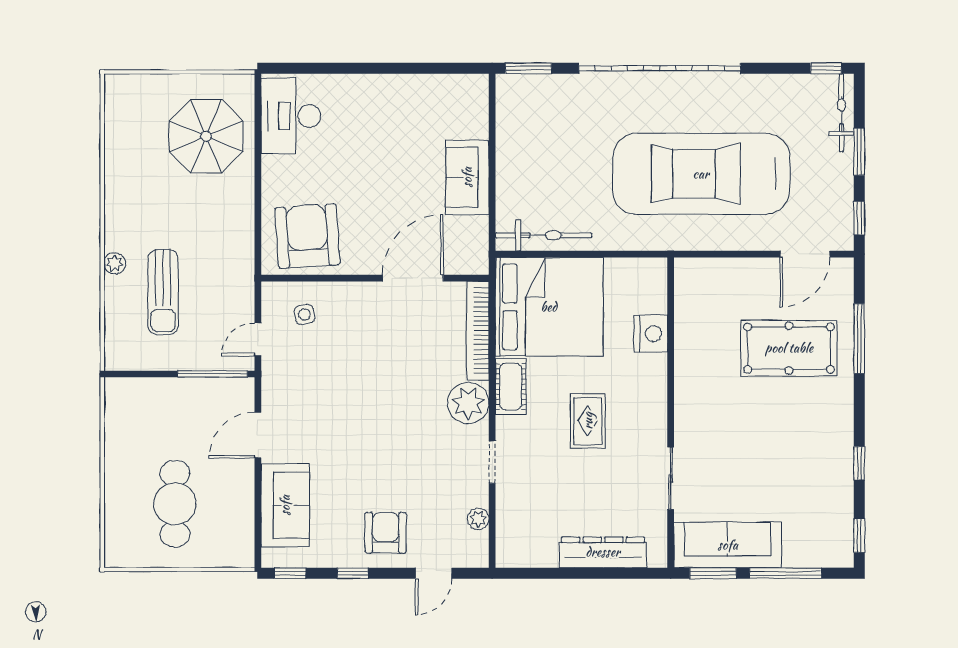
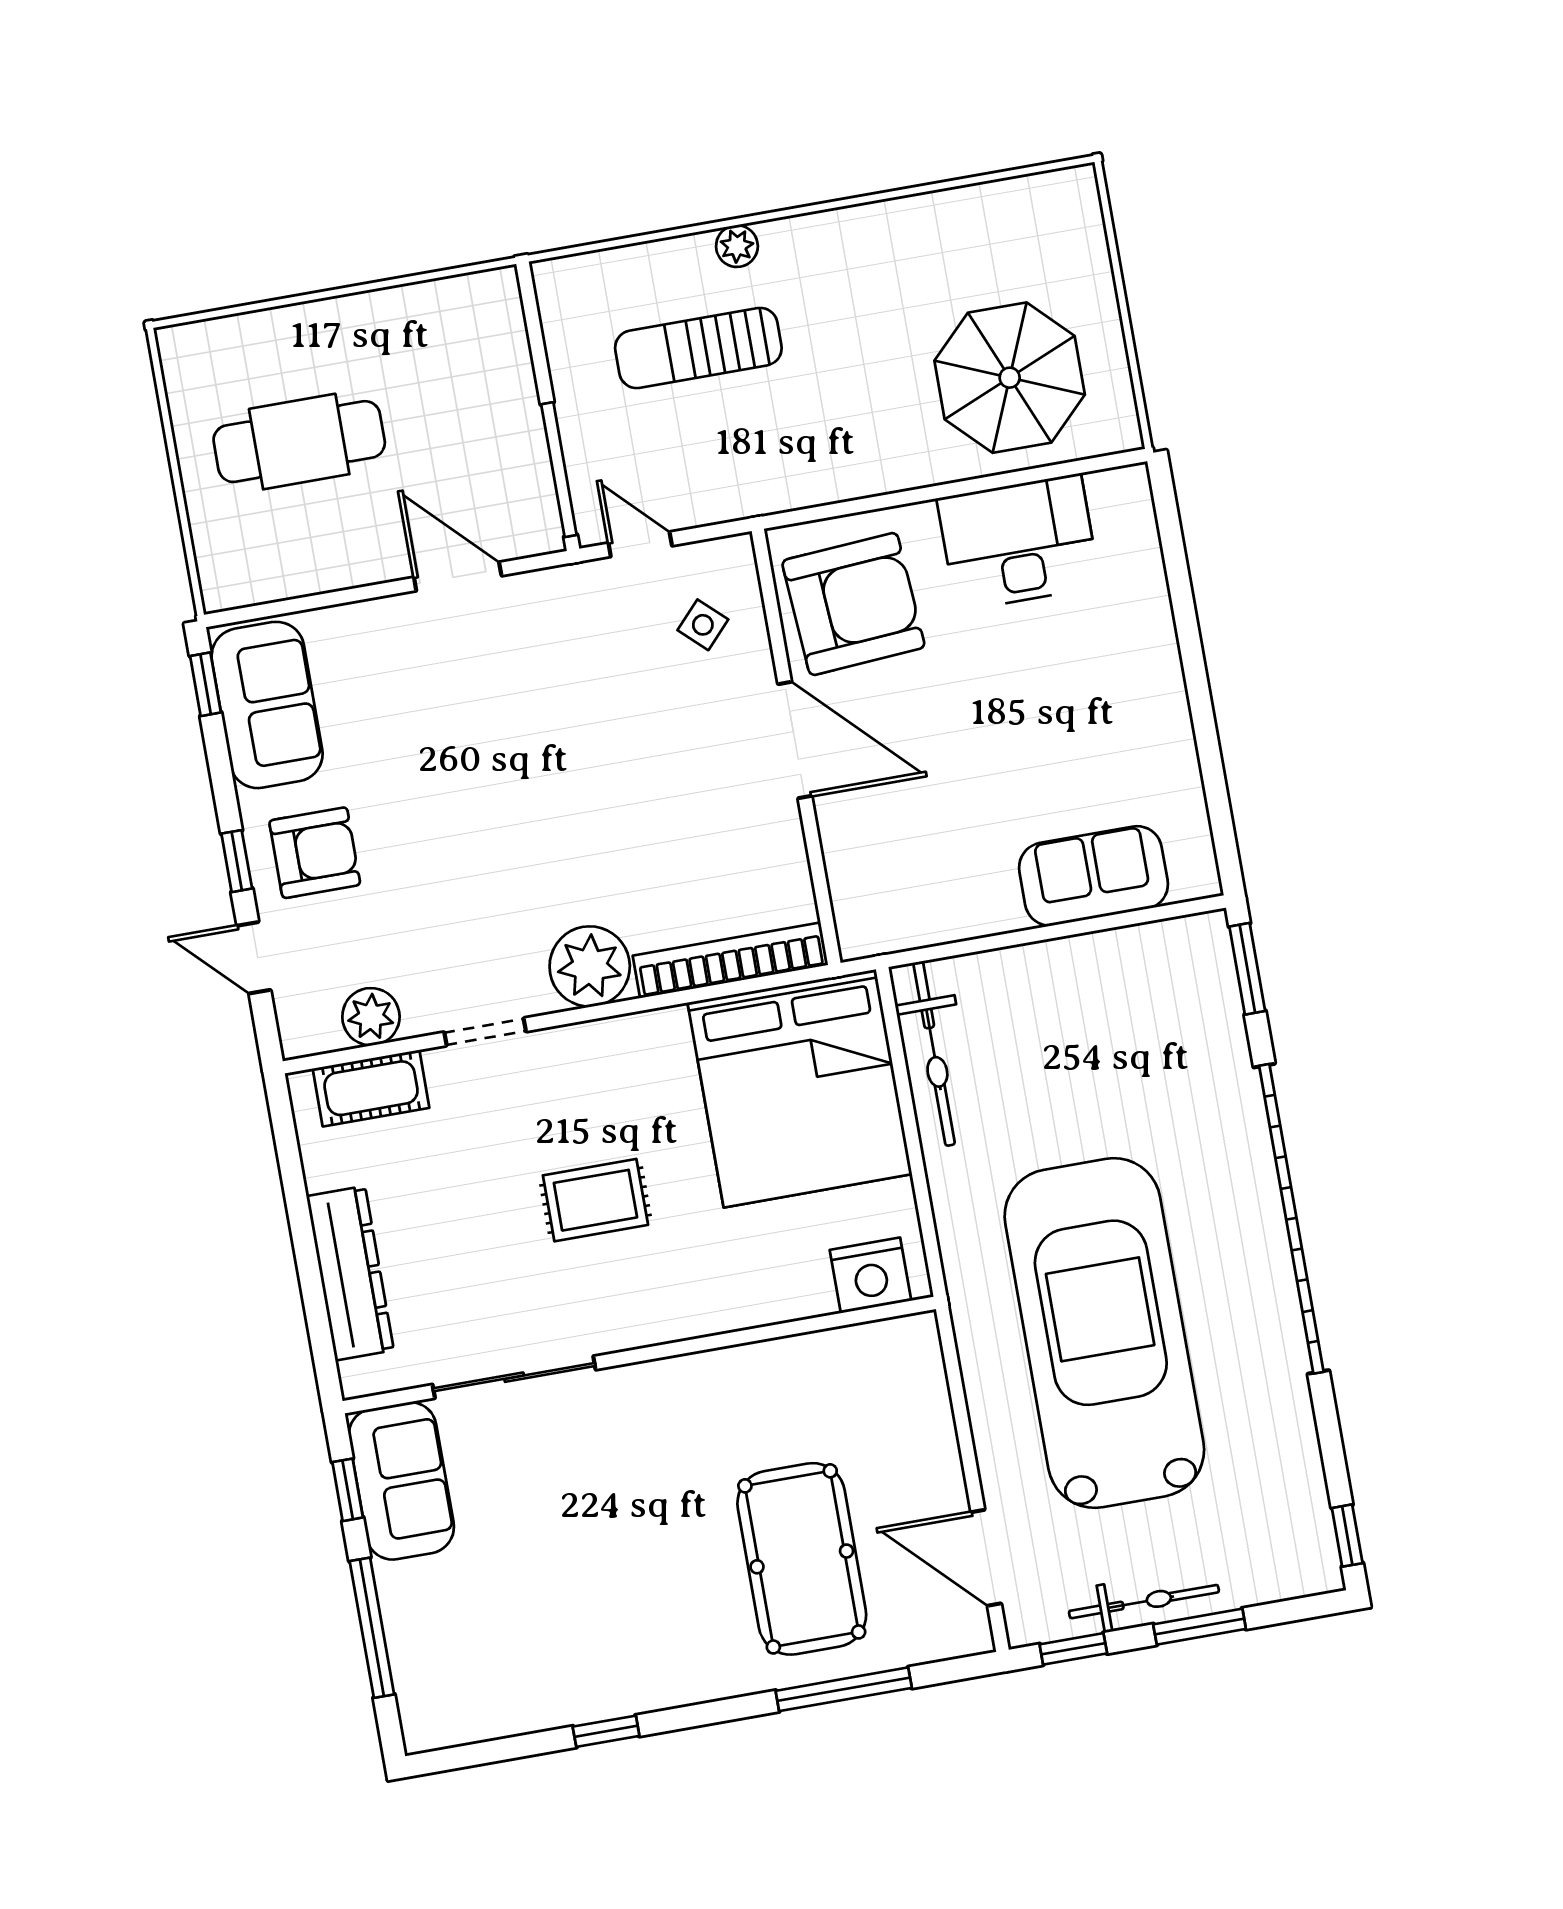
bicycle: (841, 113) -> (1144, 1602), moved
desk: (291, 116) -> (1019, 542), moved
sofa: (467, 177) -> (1093, 876), moved
door: (413, 278) -> (795, 740), moved
side table: (304, 315) -> (703, 625), turned -37
nightstand: (651, 334) -> (870, 1275), moved
cot: (511, 387) -> (371, 1088), moved
sliding door: (671, 478) -> (514, 1377), width x1.37
sofa: (285, 505) -> (267, 705), moved, turned -90
plant: (478, 519) -> (371, 1017), width x1.38, depth x1.38
window: (859, 535) -> (469, 1755), removed
sofa: (728, 545) -> (401, 1481), width x0.73
window: (353, 573) -> (237, 861), moved
window: (713, 573) -> (348, 1490), width x0.67

